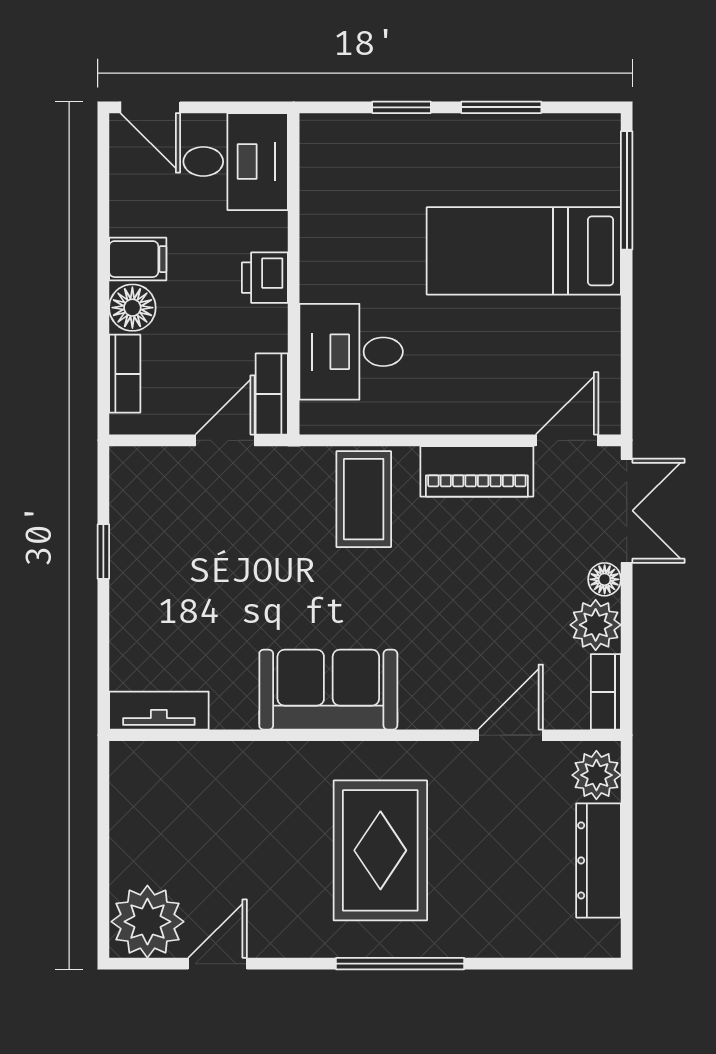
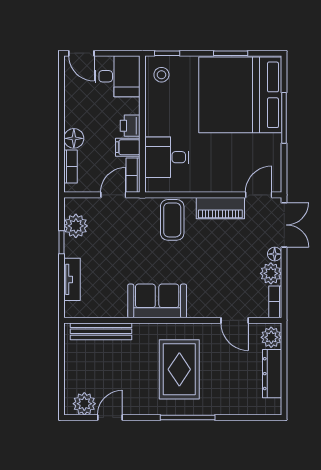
window: (402, 107) -> (167, 53), moved
stool: (338, 158) -> (161, 75), added
window: (627, 190) -> (284, 118), moved
bed: (524, 251) -> (240, 95), width x2.04
filing cabinet: (138, 259) -> (128, 147), moved, turned 180
plant: (137, 513) -> (76, 226), added
tv unit: (159, 711) -> (72, 279), moved, turned 90
door: (510, 735) -> (235, 320), swing flipped
bench: (196, 761) -> (101, 331), added
plant: (147, 922) -> (84, 404), width x0.73, depth x0.73

